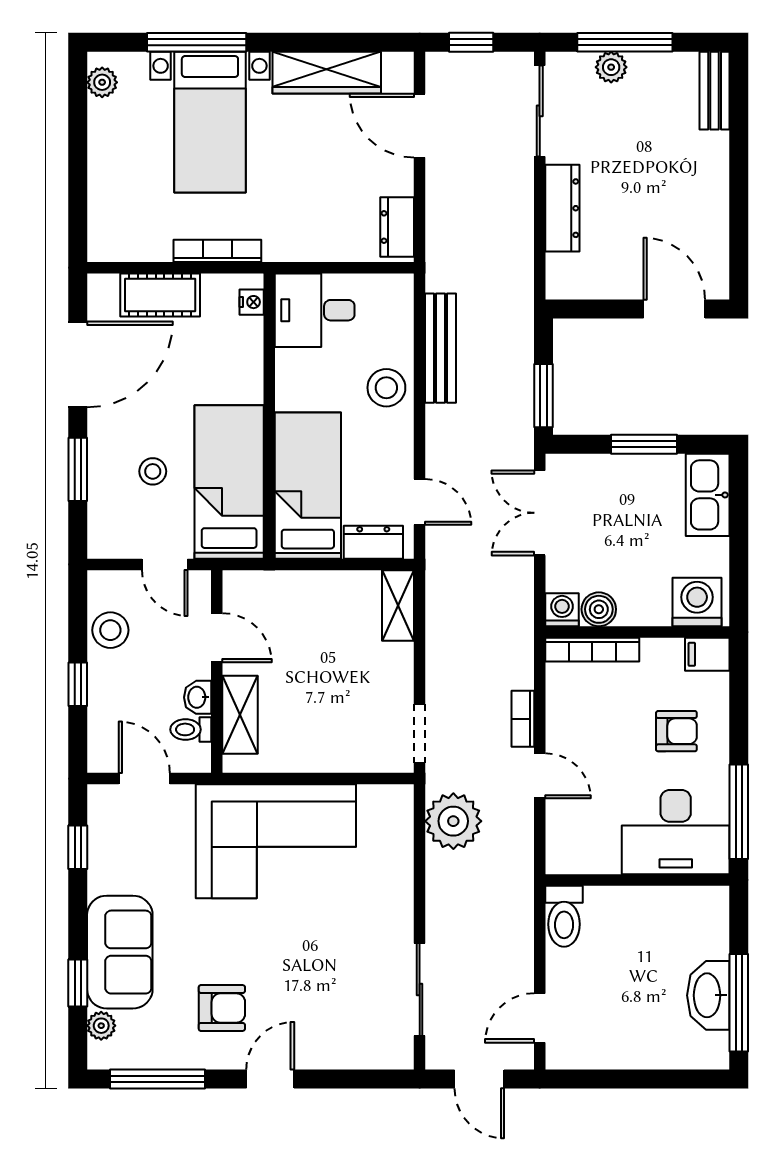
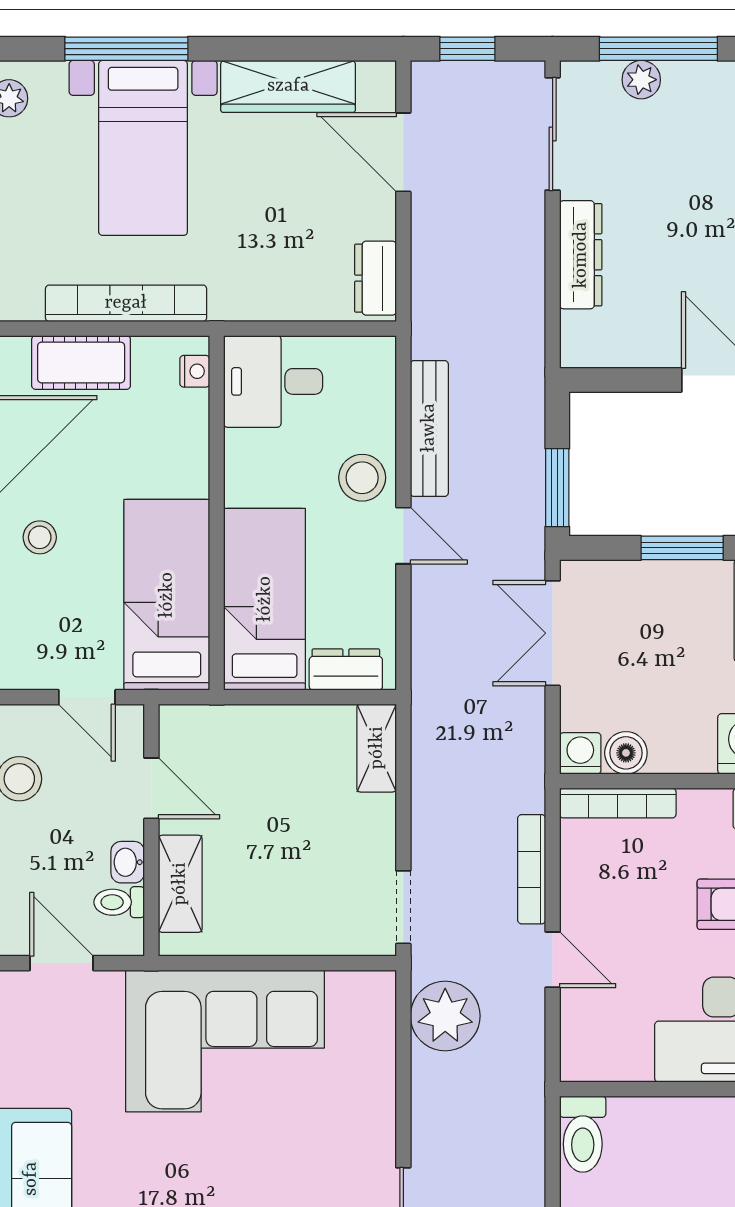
bookcase: (217, 251) -> (126, 303), width x1.48, depth x1.31
stool: (153, 471) -> (40, 537), moved
door: (420, 502) -> (403, 536), moved
bookcase: (523, 719) -> (532, 869), width x1.56

